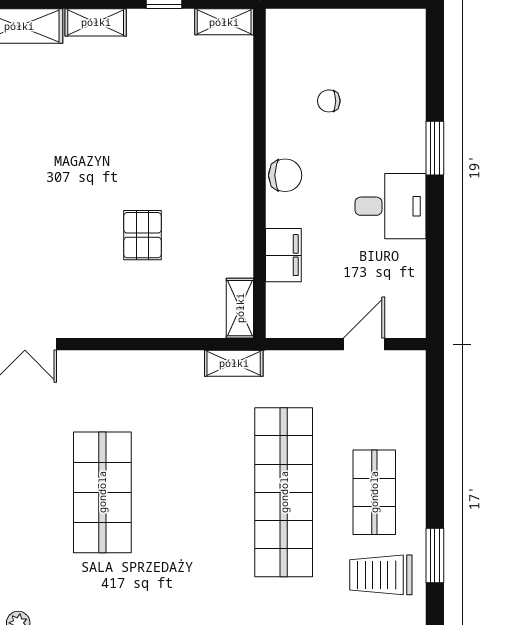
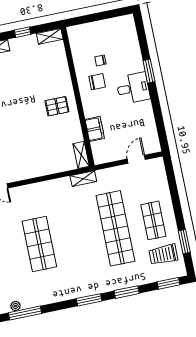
chair: (285, 175) -> (97, 82), moved
desk: (390, 206) -> (133, 88), moved
pallet: (143, 235) -> (57, 106), moved, turned 90

